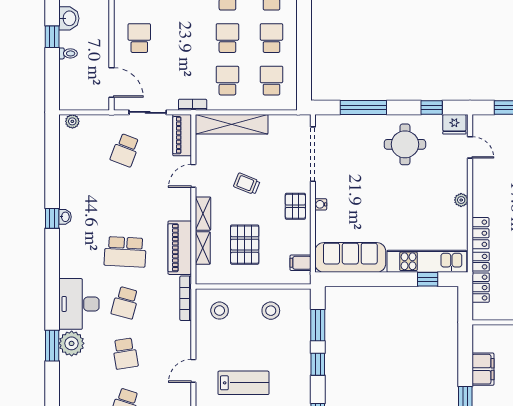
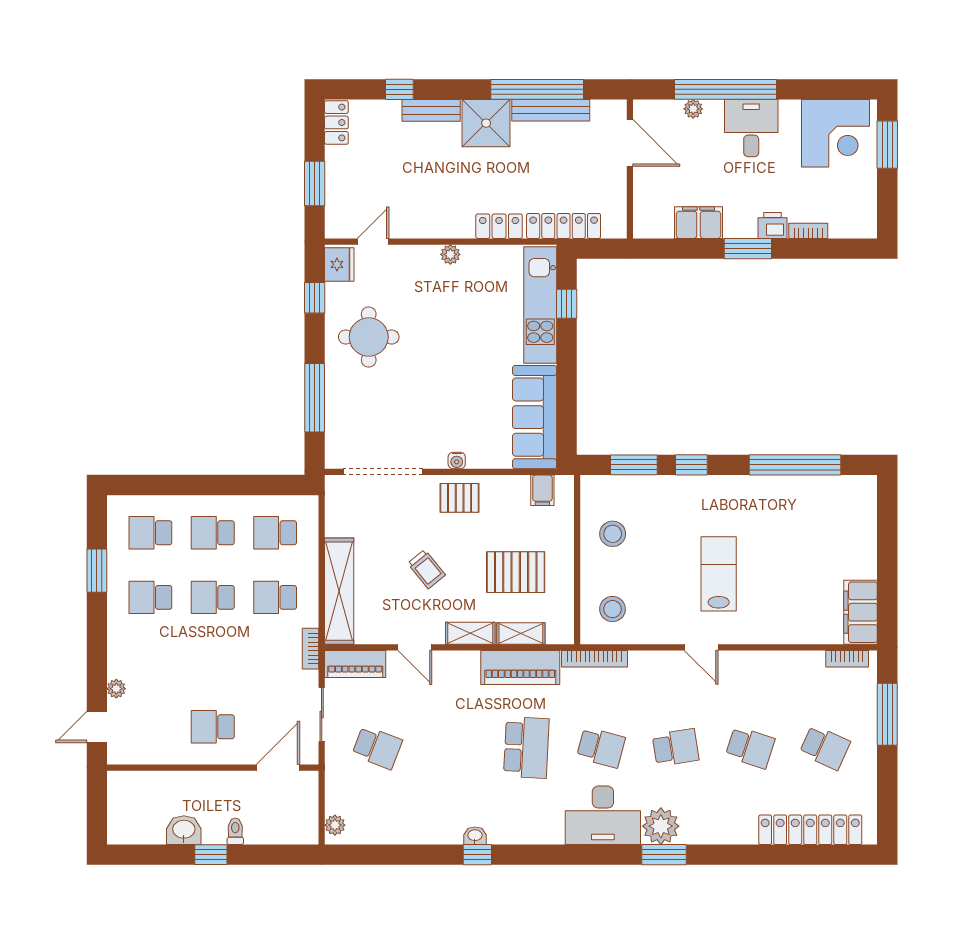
trolley: (247, 184) -> (427, 569), turned -61

